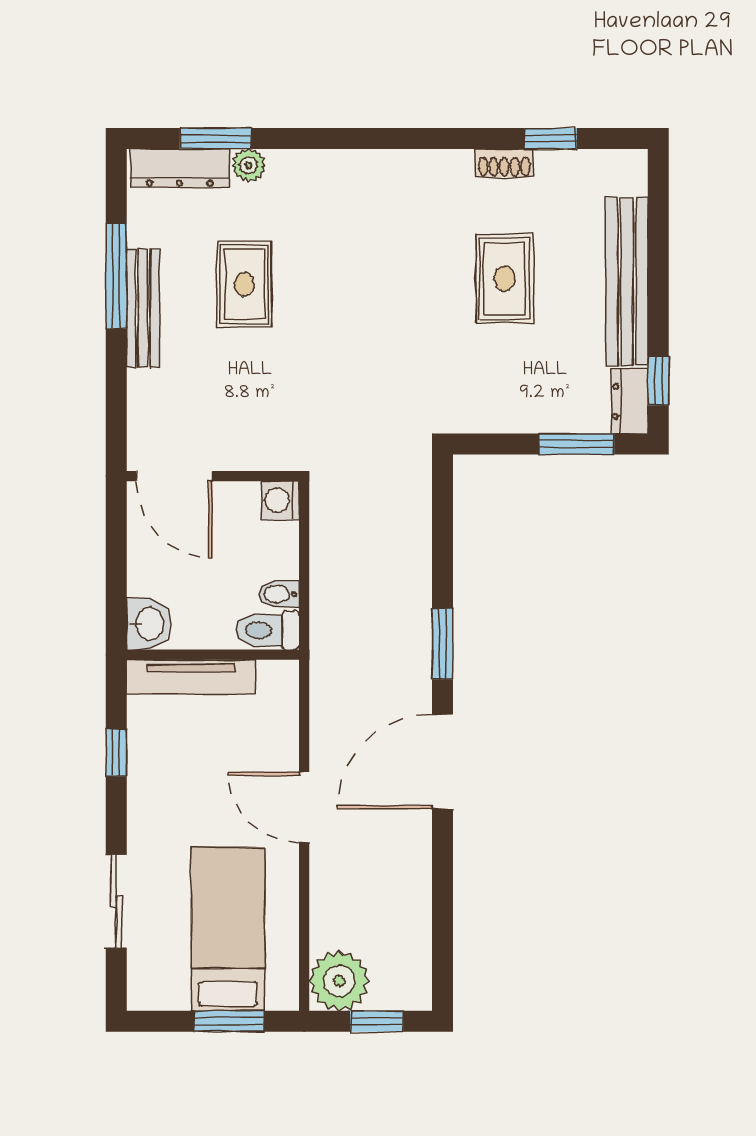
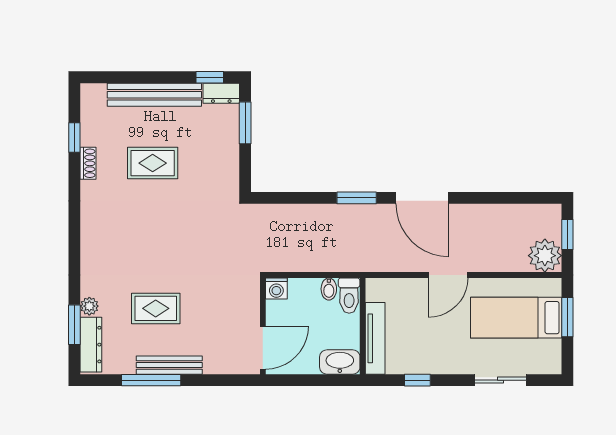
washbasin: (149, 624) -> (340, 362), width x1.38

